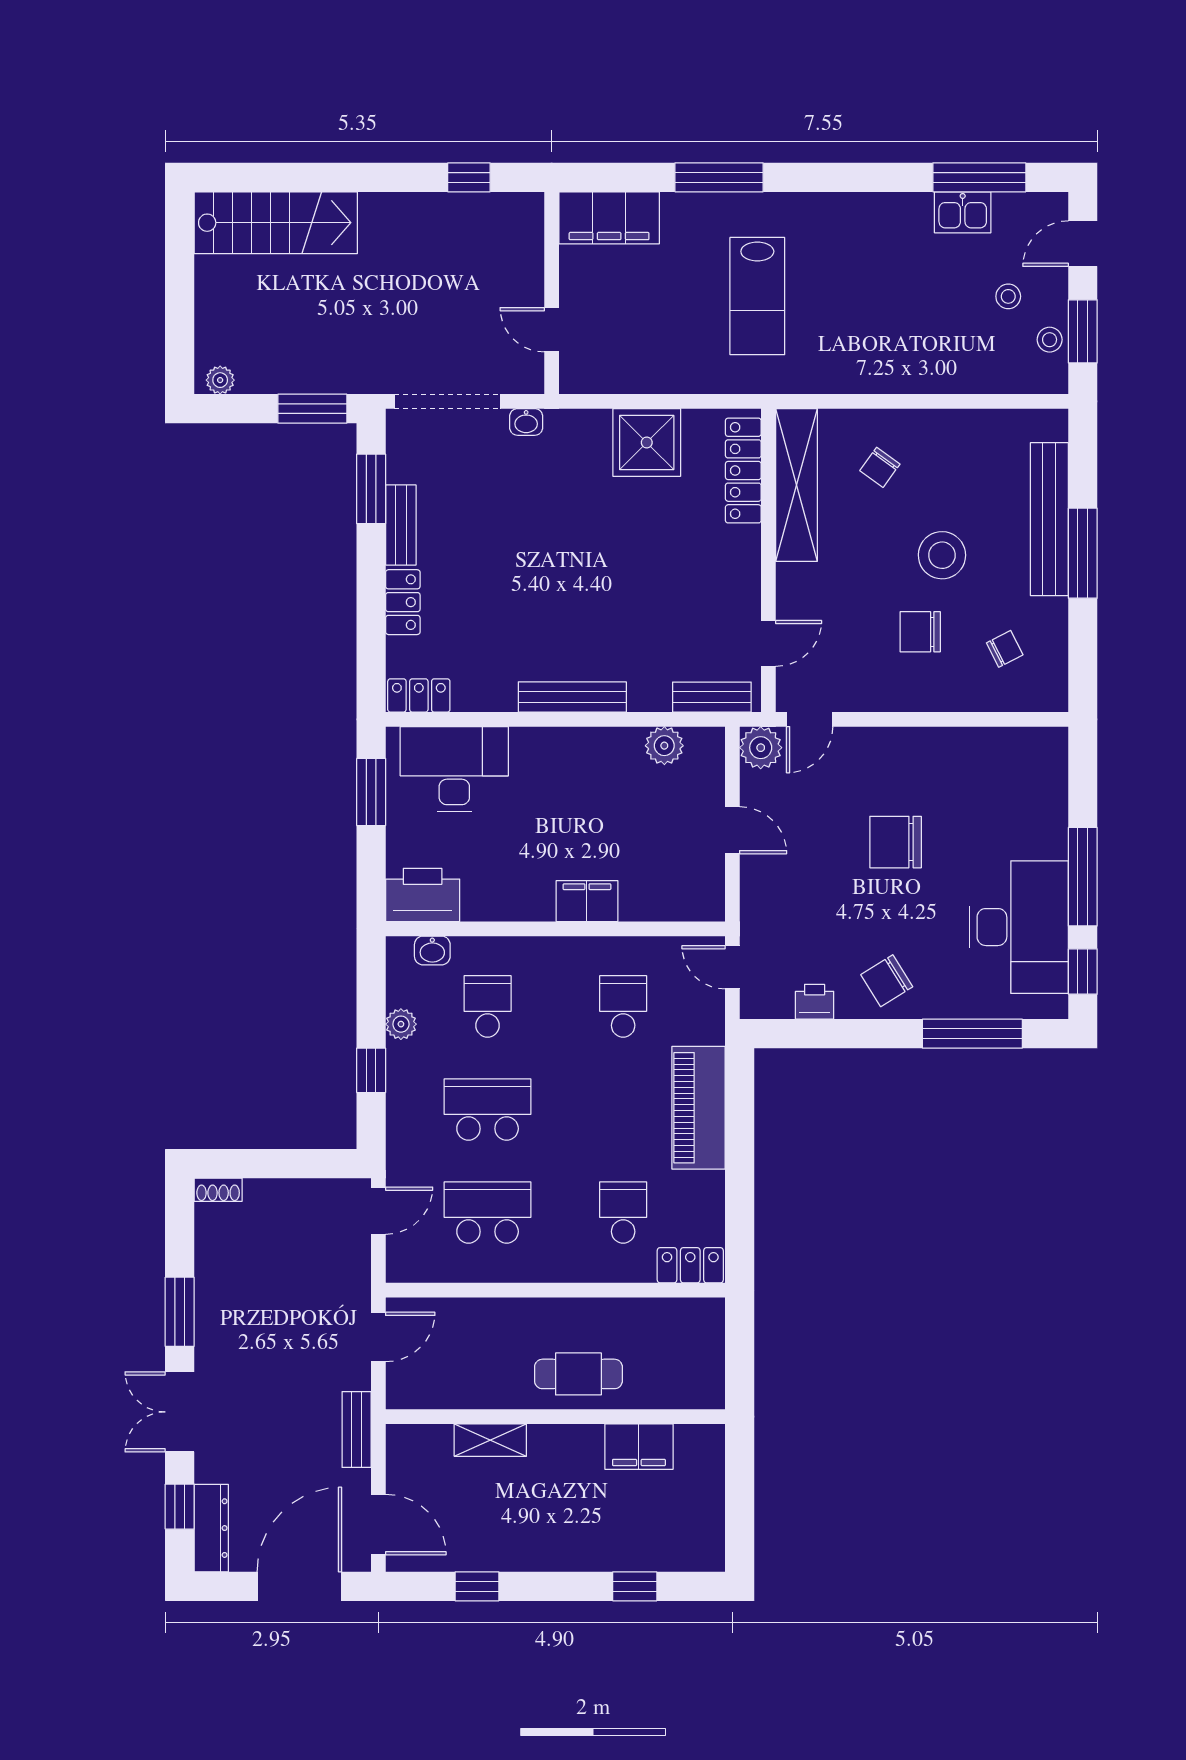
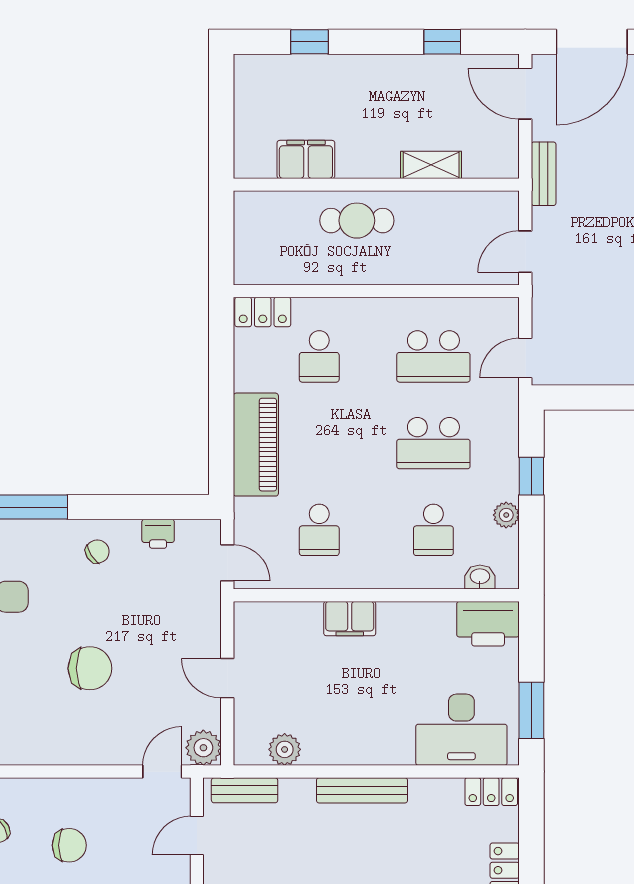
chair: (887, 981) -> (97, 552), width x0.73, depth x0.73

